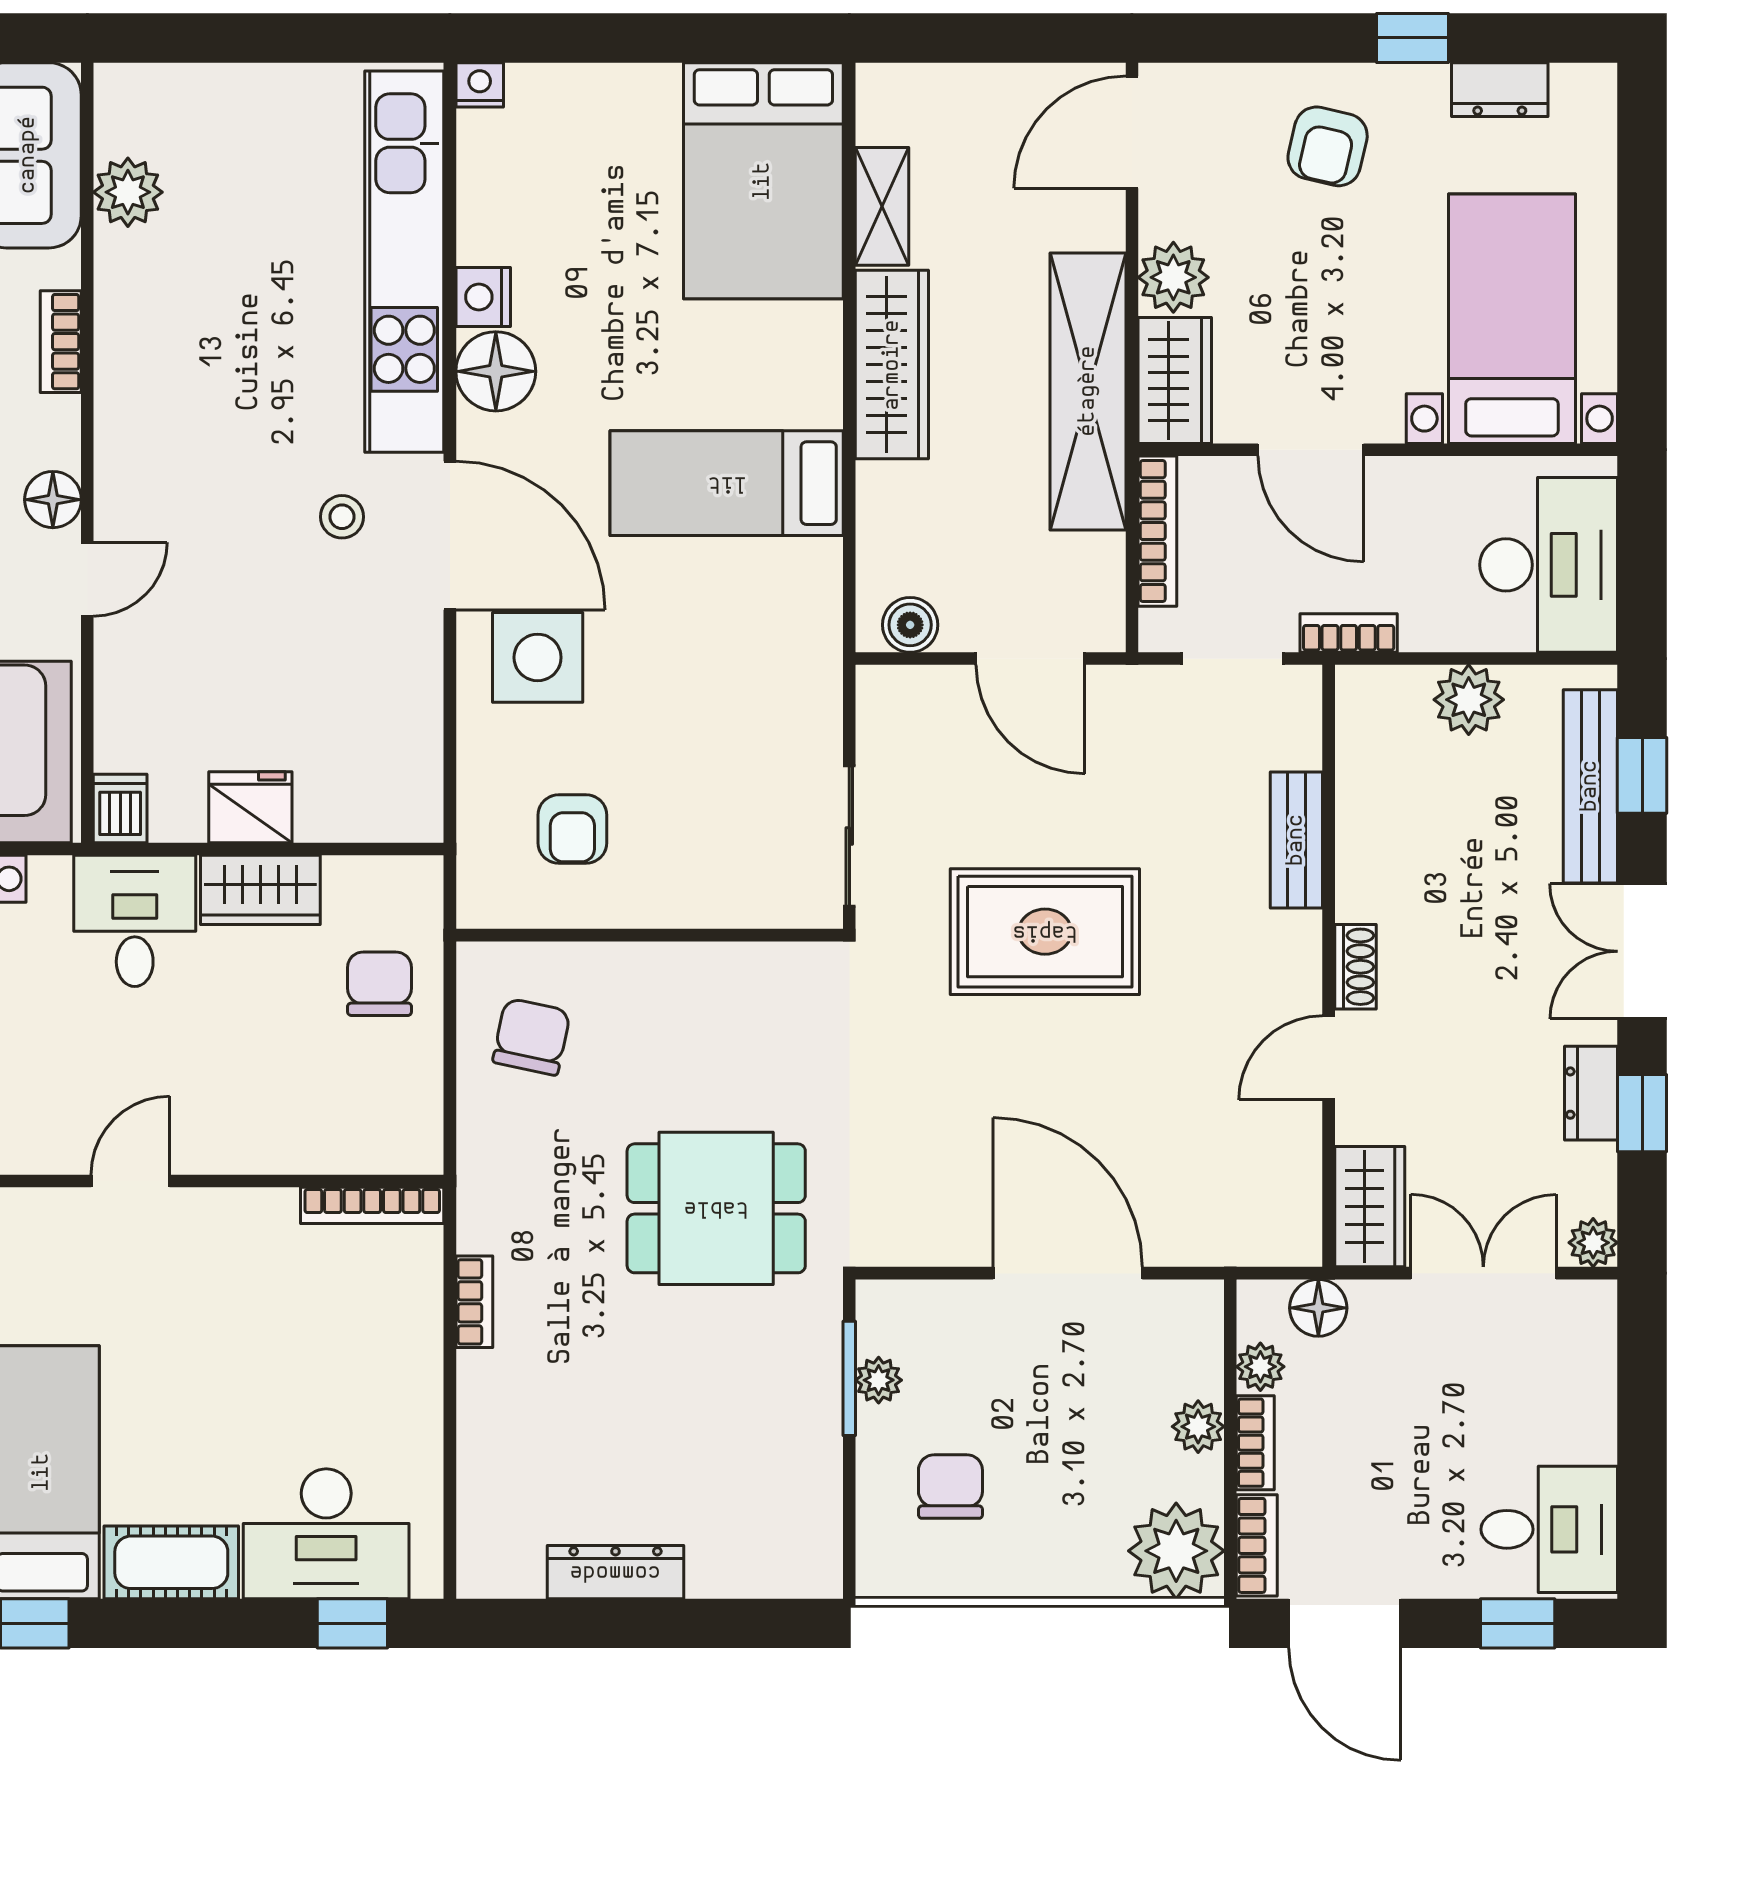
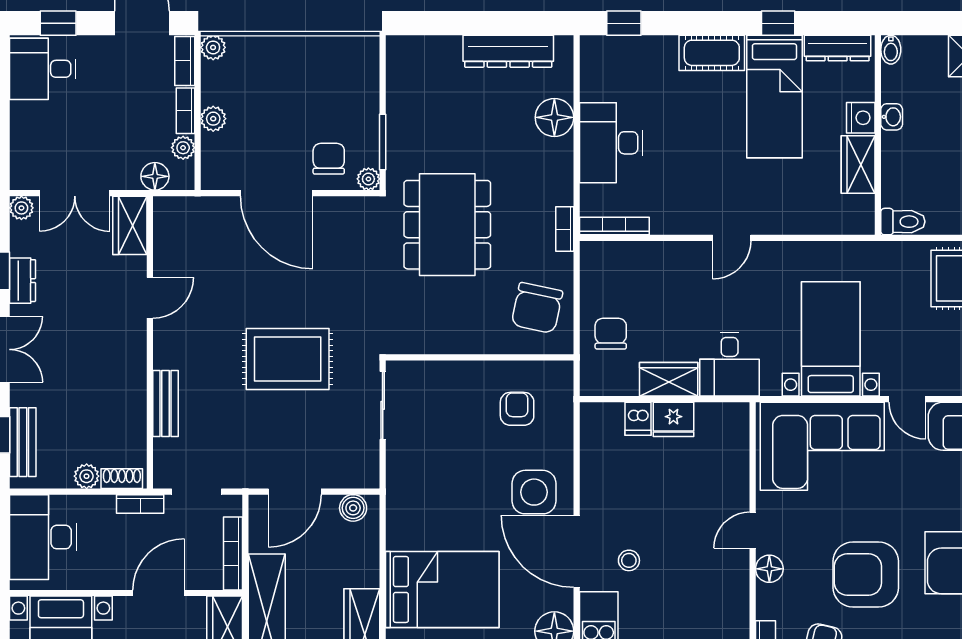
door: (1311, 450) -> (159, 593), hinge flipped
bed: (727, 483) -> (442, 589), width x1.50
door: (1030, 659) -> (295, 492), swing flipped
plant: (1469, 700) -> (87, 476), width x0.73, depth x0.73
bench: (1590, 786) -> (23, 442), width x0.73
dishwasher: (120, 809) -> (638, 419), moved
shoe rack: (1355, 967) -> (122, 479), moved, turned 90
chair: (380, 984) -> (611, 334), turned 180
chair: (532, 1037) -> (537, 308), width x1.37, depth x1.37
dining table: (716, 1208) -> (447, 225), width x1.38
bookcase: (474, 1302) -> (565, 229), moved
plant: (879, 1380) -> (368, 179), moved
floor lamp: (495, 1429) -> (554, 117), added
chair: (950, 1487) -> (329, 159), moved, turned 180
desk: (326, 1534) -> (611, 143), moved, turned -90
plant: (1176, 1551) -> (213, 47), width x0.53, depth x0.53
dresser: (615, 1572) -> (508, 51), width x1.37, depth x1.24

